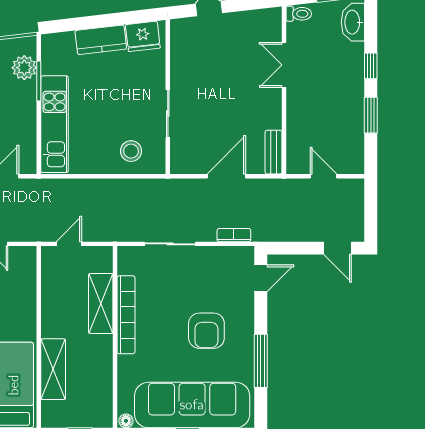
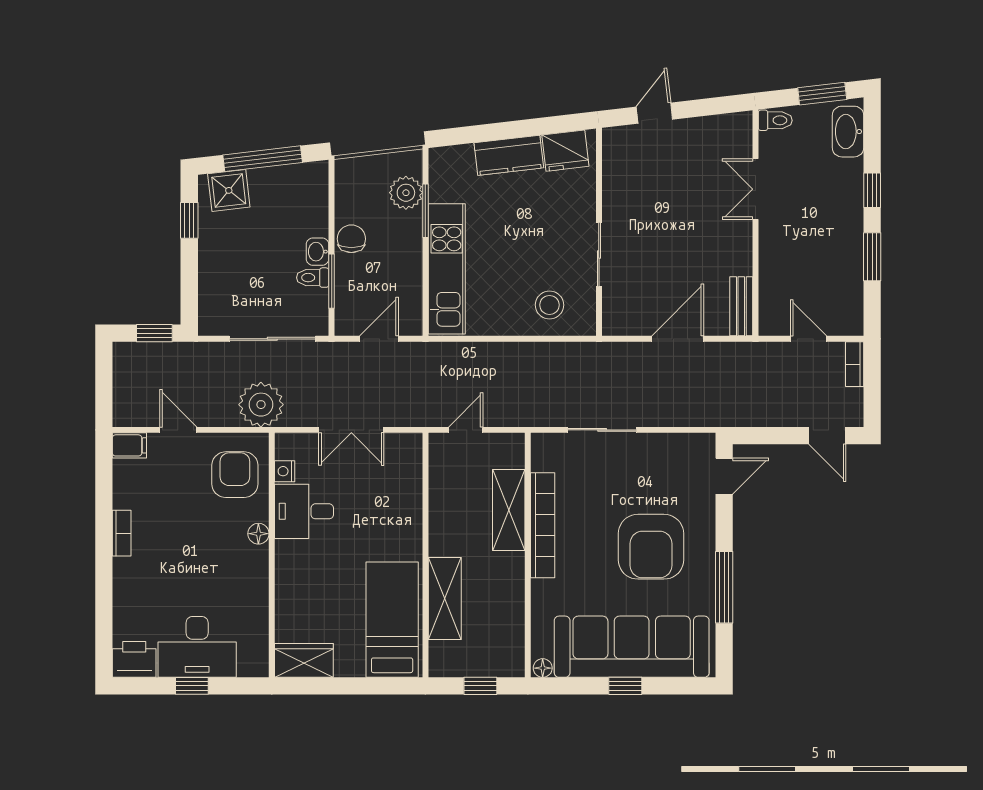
bookcase: (234, 235) -> (855, 364), moved, turned -90
armchair: (206, 331) -> (651, 547), width x1.36, depth x1.36

